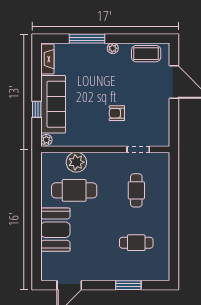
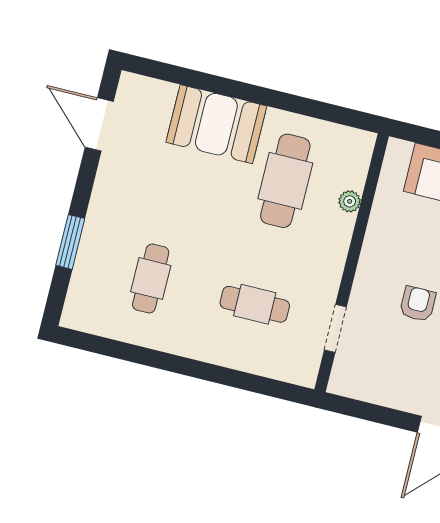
plant: (46, 140) -> (399, 150), removed
plant: (76, 162) -> (350, 201), width x0.53, depth x0.53

